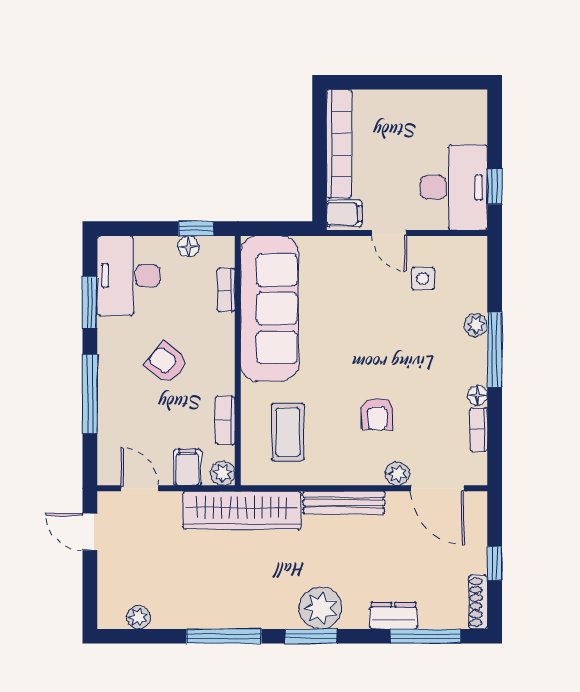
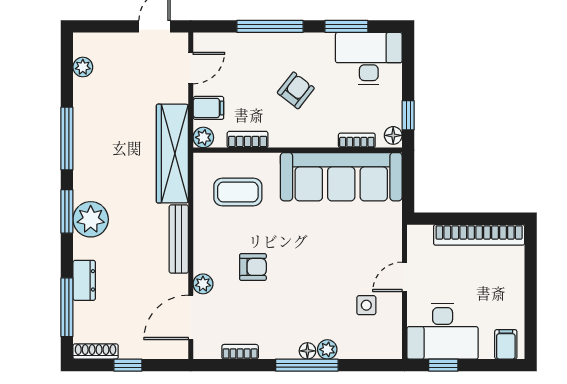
filing cabinet: (344, 214) -> (506, 344), moved, turned 180
floor lamp: (188, 246) -> (393, 135), moved
floor lamp: (478, 395) -> (307, 351), moved
armchair: (377, 414) -> (253, 267), turned 180

